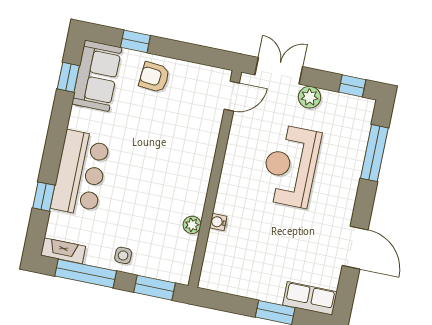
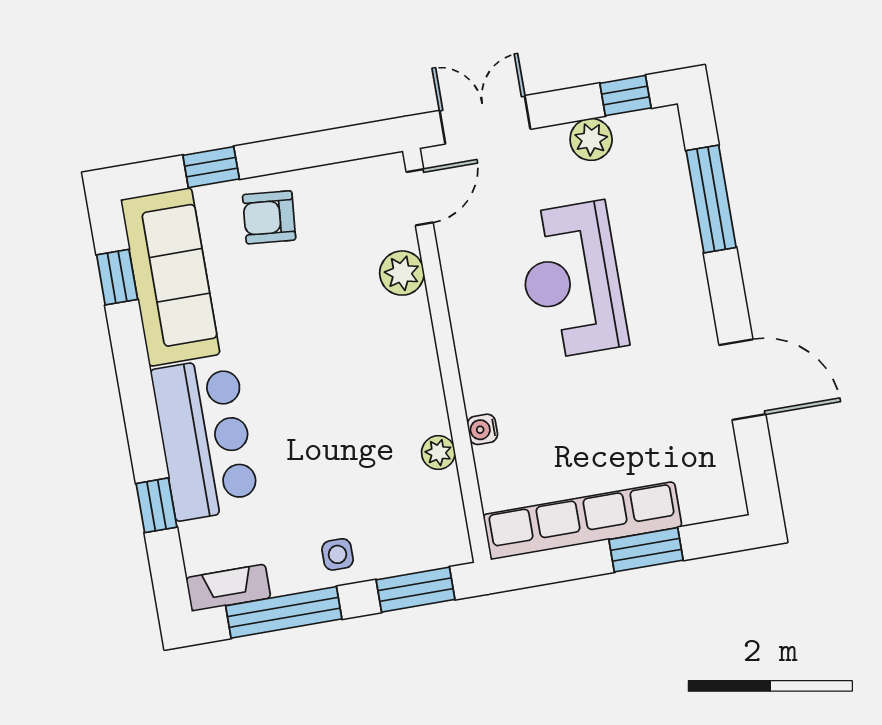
sofa: (97, 76) -> (170, 277), width x1.36
plant: (310, 97) -> (591, 139), moved
plant: (209, 130) -> (402, 273), added
row of seats: (310, 298) -> (582, 521), moved, width x2.02

